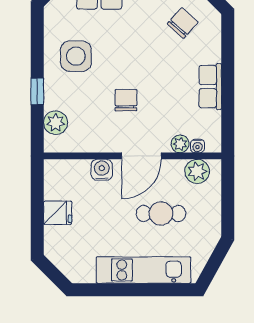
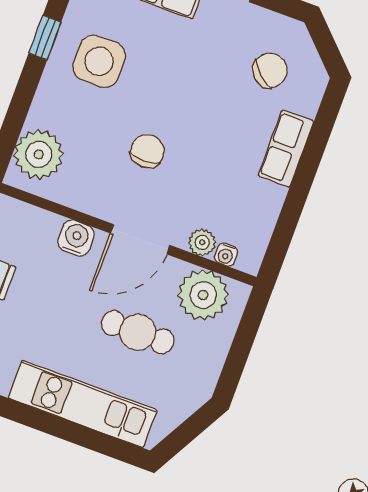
row of seats: (210, 87) -> (286, 149), moved
window: (37, 91) -> (45, 38), moved
plant: (56, 123) -> (39, 154), width x1.36, depth x1.36
plant: (197, 171) -> (203, 295), width x1.36, depth x1.36

